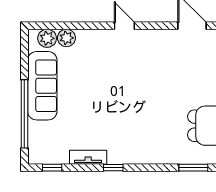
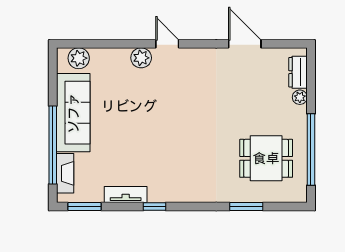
plant: (66, 38) -> (141, 58), moved
fireplace: (35, 139) -> (65, 173), added
window: (52, 168) -> (84, 206), width x1.50

